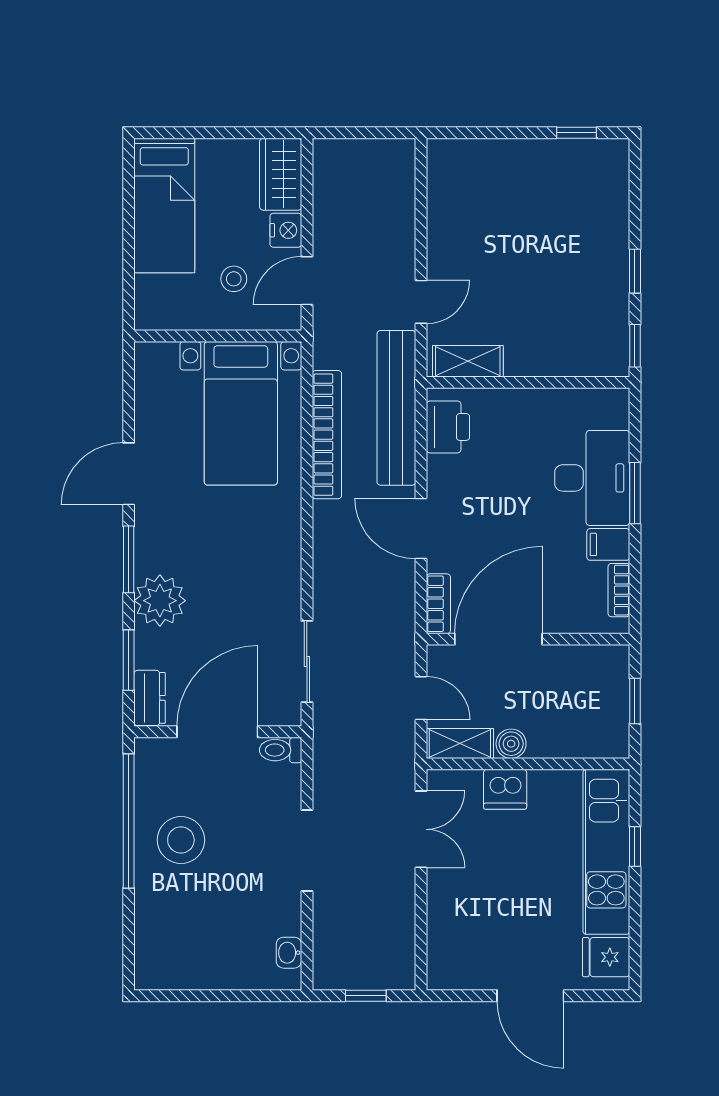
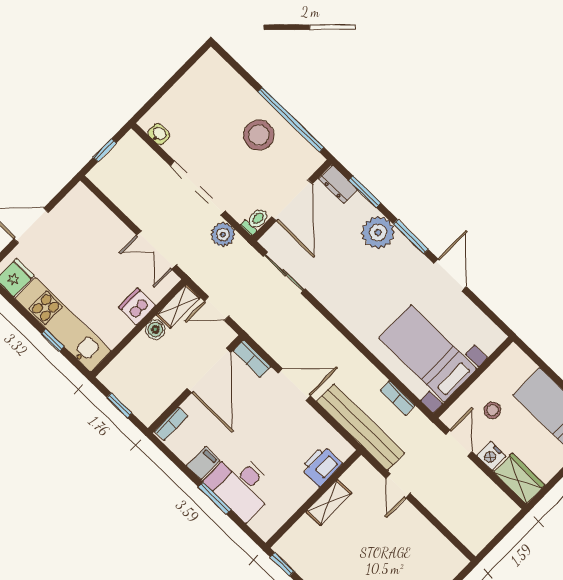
shelving: (468, 361) -> (329, 502), moved
printer: (448, 427) -> (321, 466), moved, turned 90
bookcase: (327, 435) -> (398, 398), width x0.43, depth x0.76
bookcase: (619, 590) -> (171, 424), moved, turned 90
plant: (331, 772) -> (223, 235), added
doorway: (307, 850) -> (198, 188), width x1.36

